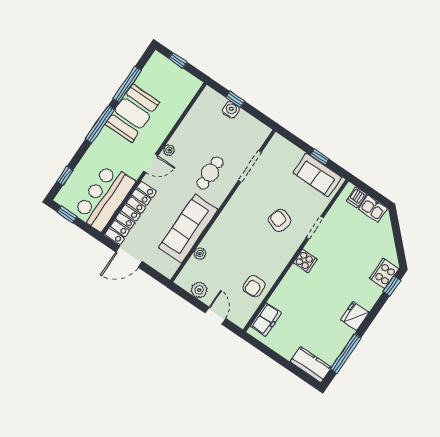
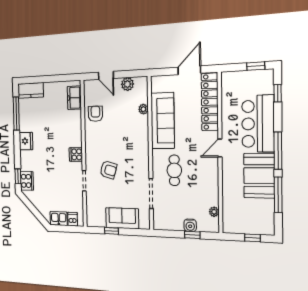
plant: (169, 150) -> (214, 212), moved
sofa: (317, 175) -> (122, 218), moved
bar counter: (104, 197) -> (258, 124), moved, turned 180

